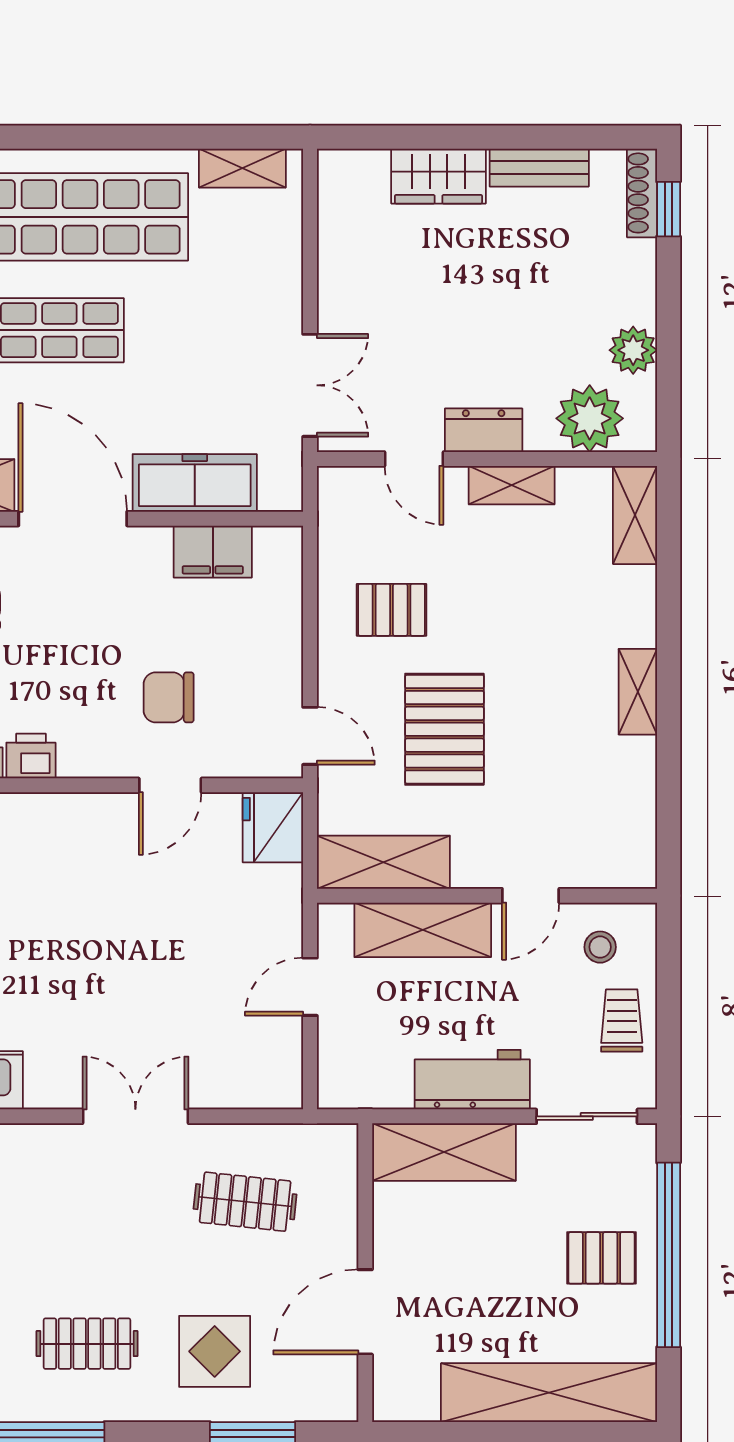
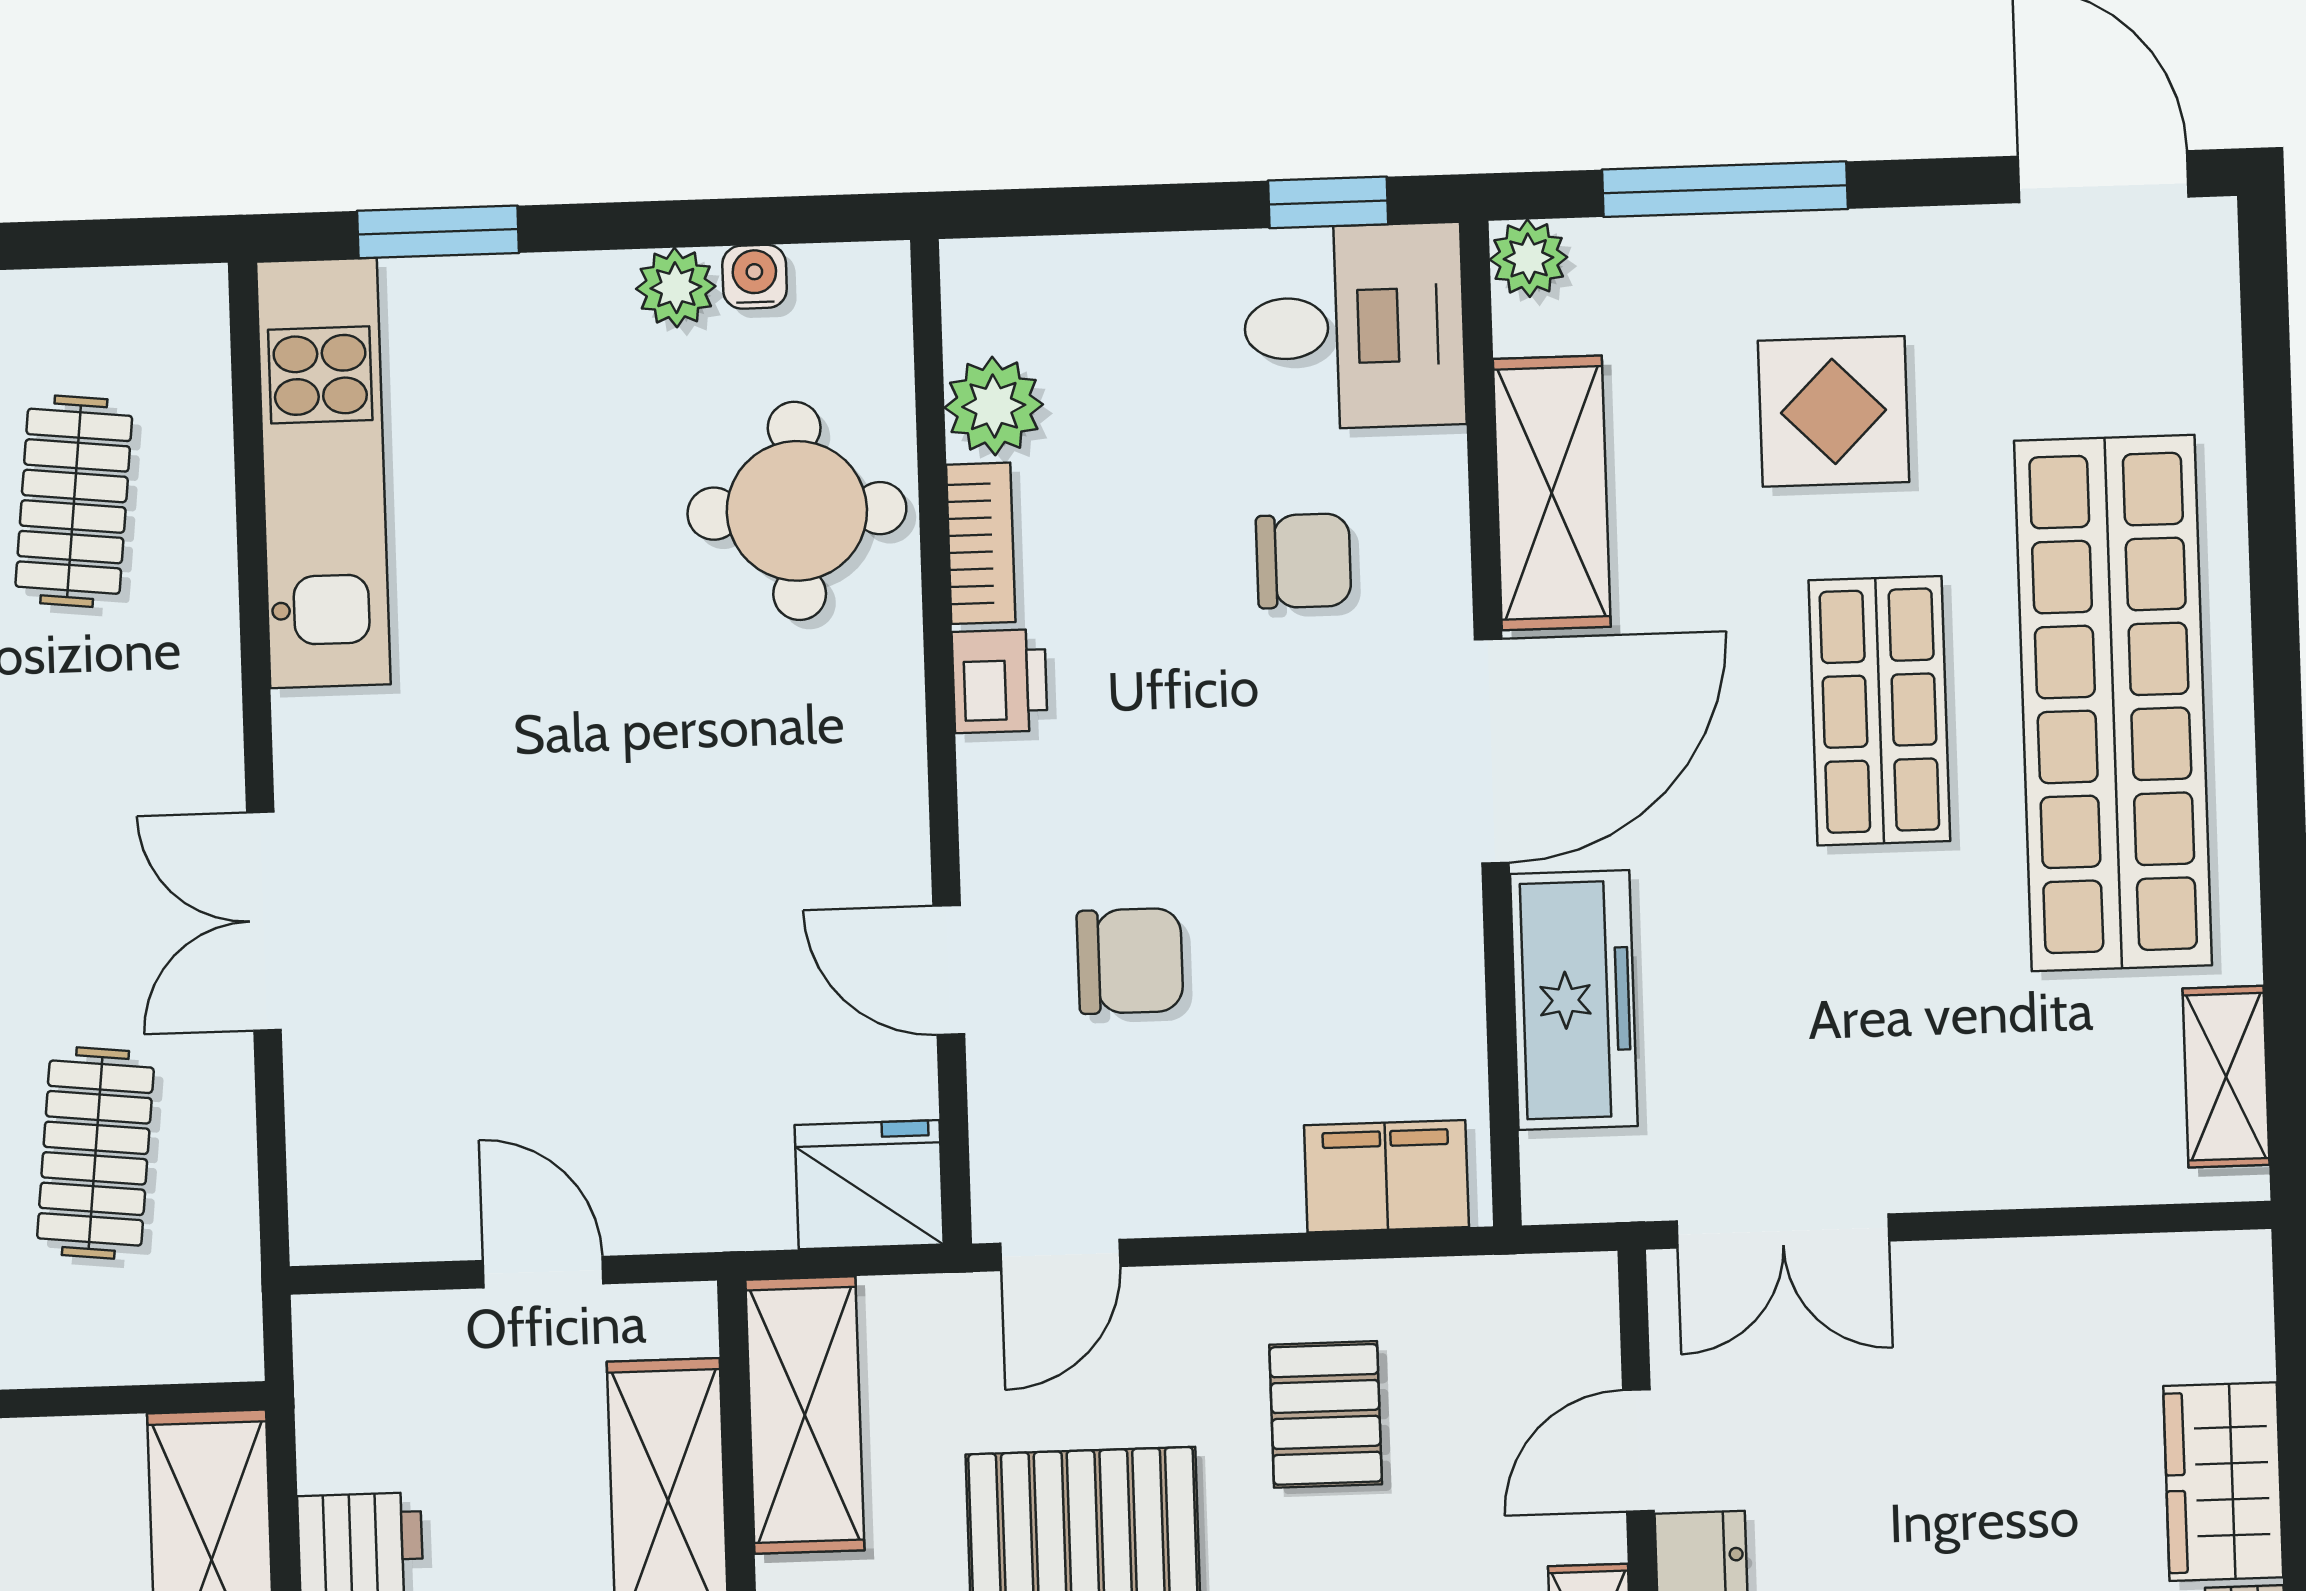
filing cabinet: (213, 552) -> (1386, 1176), moved, turned 90
chair: (169, 697) -> (1130, 961), turned 90
double door: (135, 1116) -> (264, 921), swing flipped

